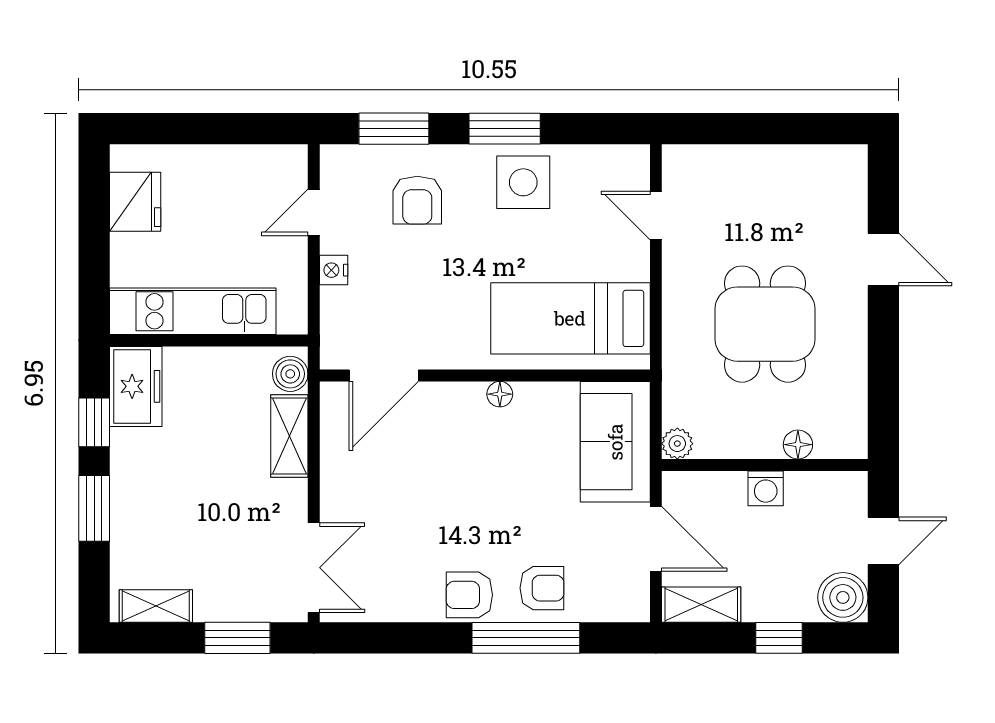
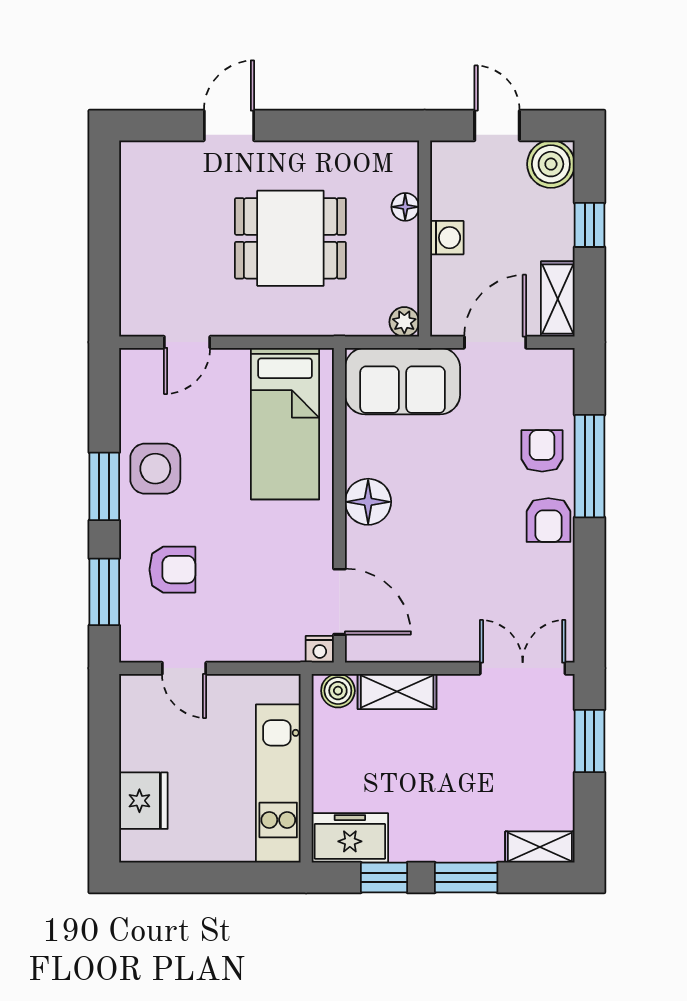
fridge: (135, 202) -> (143, 801), moved, turned 90
nightstand: (334, 270) -> (320, 649), moved
floor lamp: (500, 394) -> (368, 502), width x1.89, depth x1.89
shelving: (156, 606) -> (540, 847), moved, turned 90

